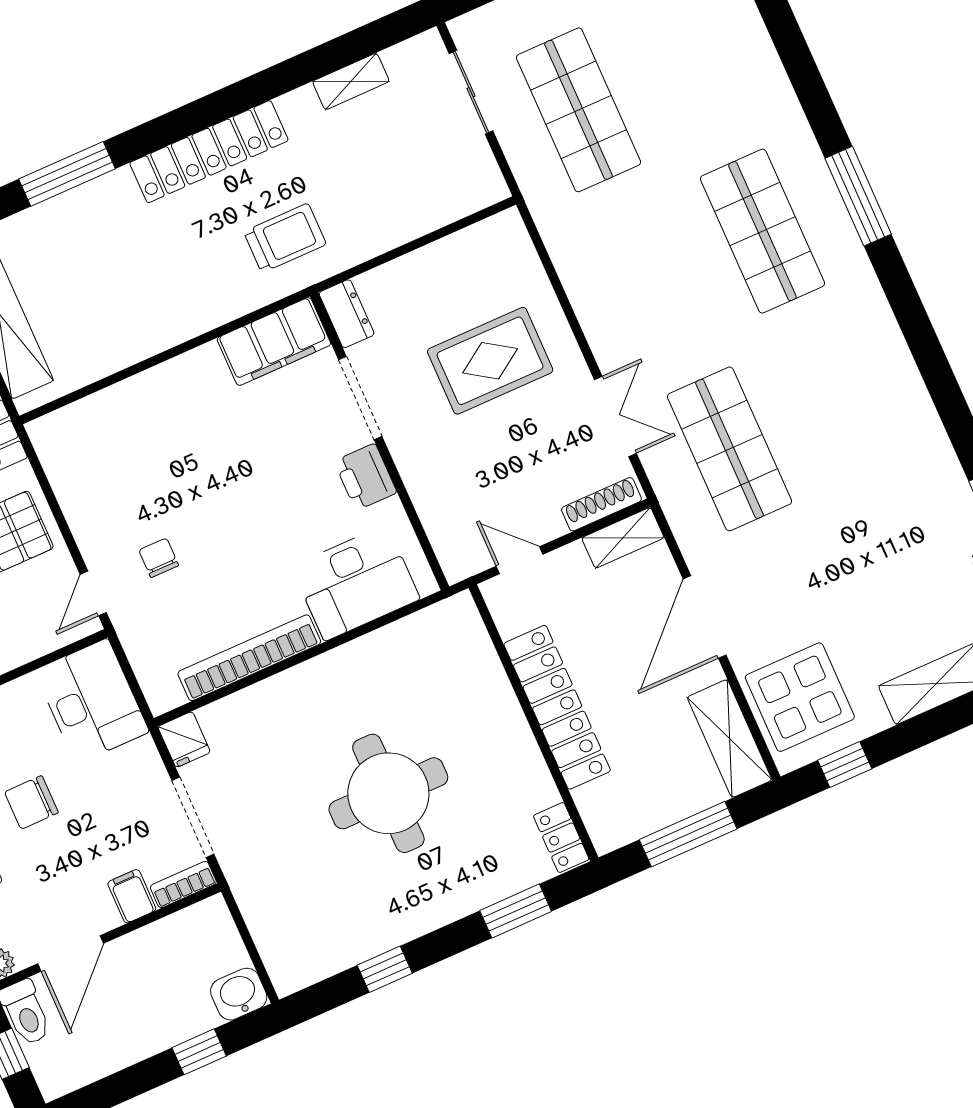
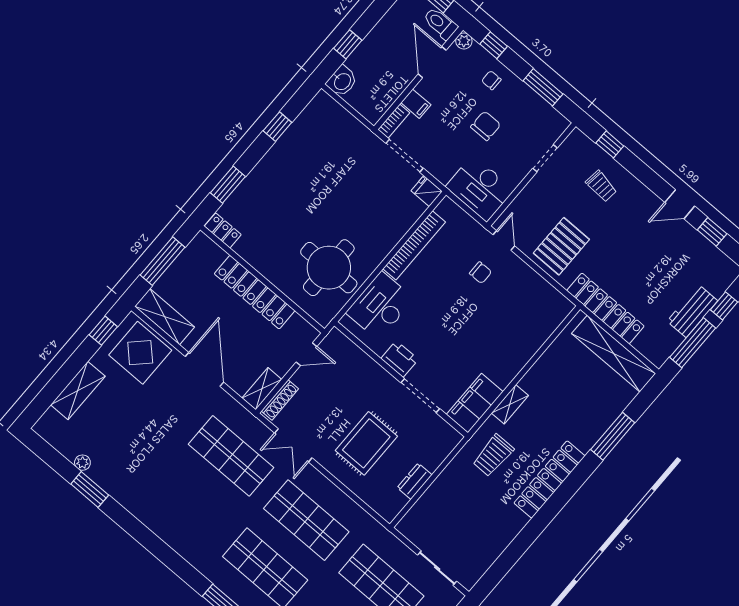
shelving: (351, 81) -> (510, 404), moved
shop shelf: (654, 279) -> (306, 520), added
dresser: (347, 314) -> (415, 481), moved, turned 90
round table: (388, 793) -> (329, 268), moved

